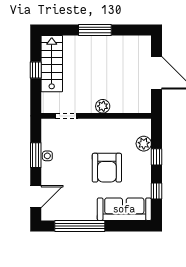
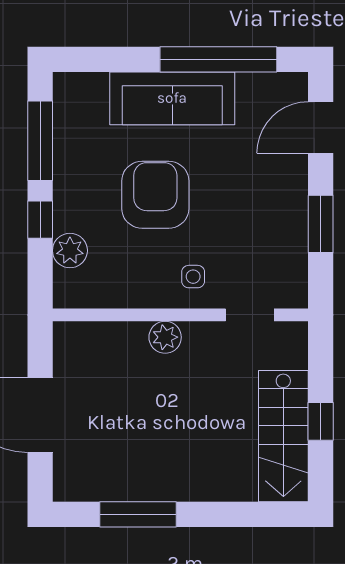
window: (95, 30) -> (138, 514), moved
side table: (47, 156) -> (193, 277), moved
window: (157, 191) -> (40, 141), width x2.17
sofa: (124, 209) -> (172, 98), moved

